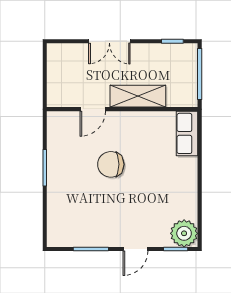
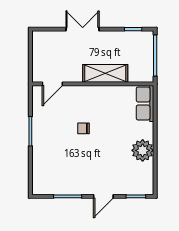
double door: (109, 41) -> (83, 29), swing flipped
door: (93, 109) -> (52, 84), moved
chair: (111, 164) -> (84, 128), width x0.54, depth x0.54
plant: (184, 233) -> (143, 150), moved

